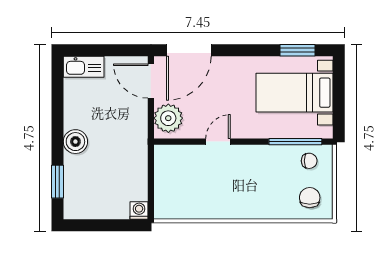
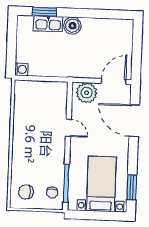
door: (189, 50) -> (134, 121), moved
kitchen sink: (84, 67) -> (48, 24), moved, turned -90
chair: (310, 198) -> (26, 192), turned 180

